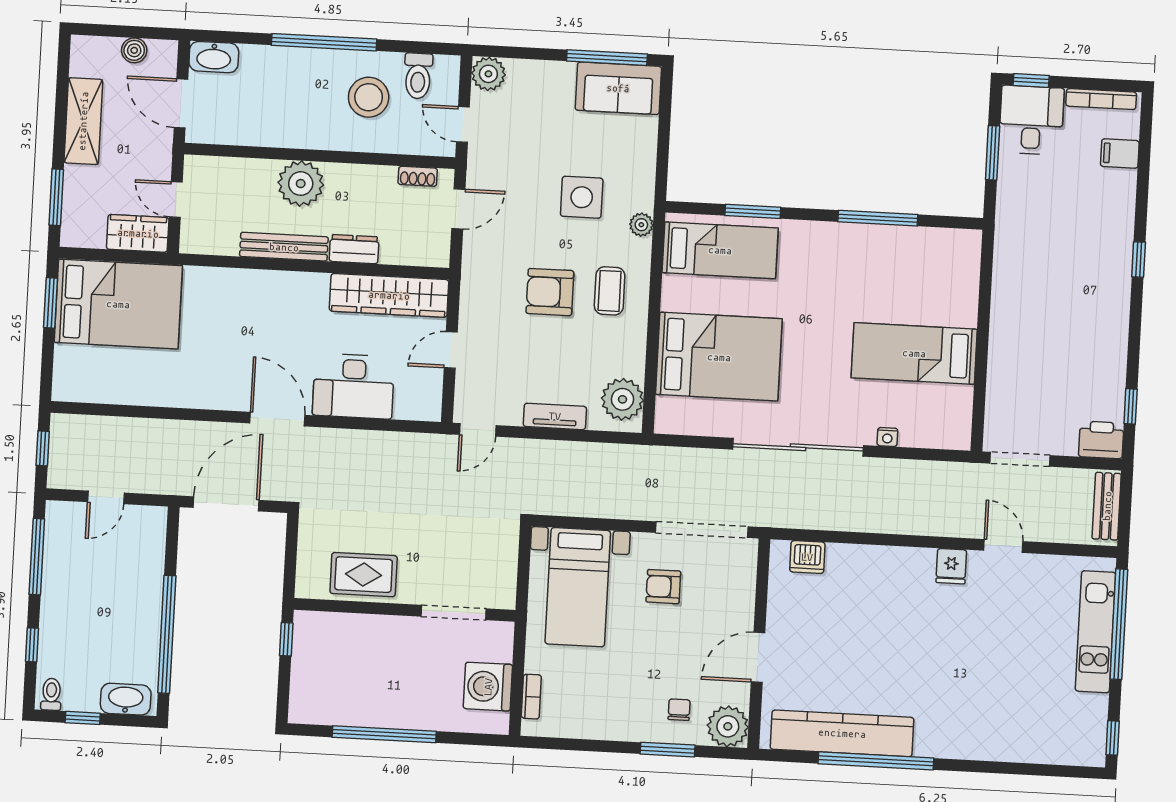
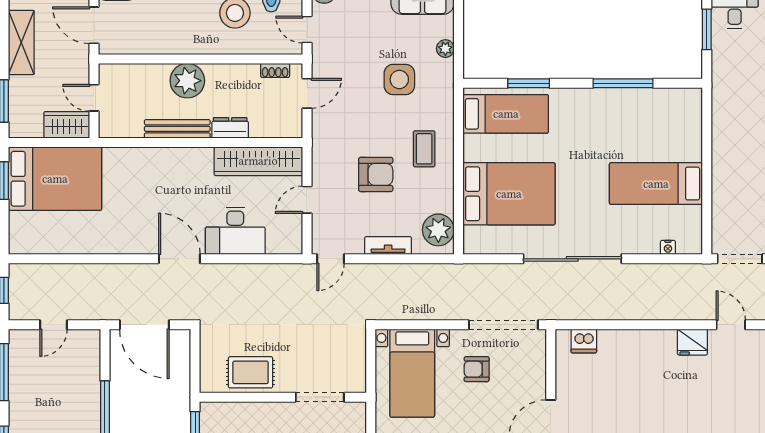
plant: (641, 225) -> (445, 49), moved
armchair: (550, 292) -> (376, 174), moved, turned 180
nightstand: (887, 437) -> (668, 247), moved
door: (226, 504) -> (144, 325), swing flipped
fridge: (951, 566) -> (692, 342), width x1.38

